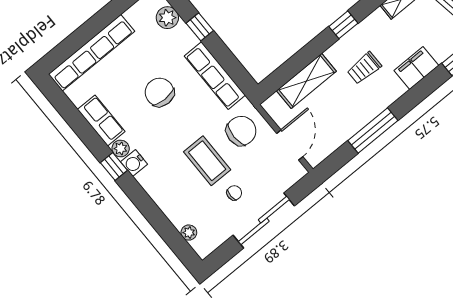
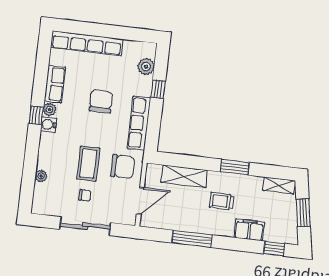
window: (343, 25) -> (235, 167), width x1.50
plant: (189, 233) -> (41, 176), moved

